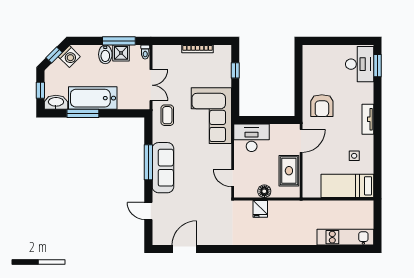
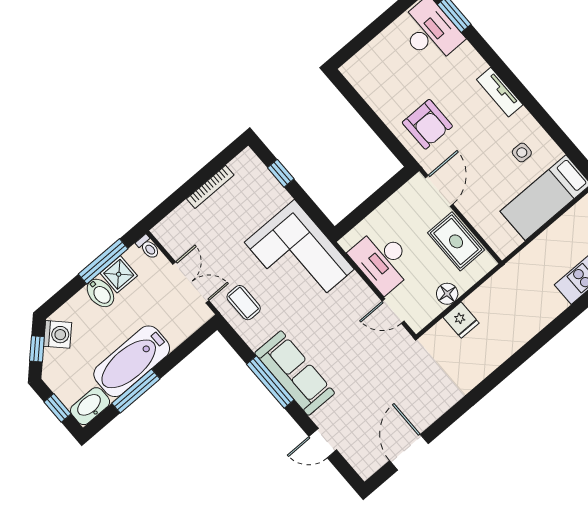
desk: (252, 138) -> (382, 260), moved, turned -90

